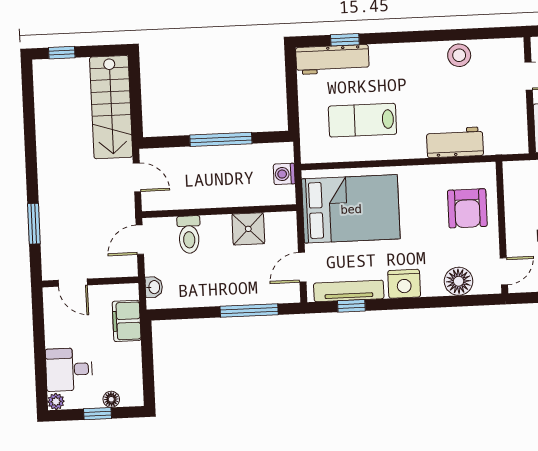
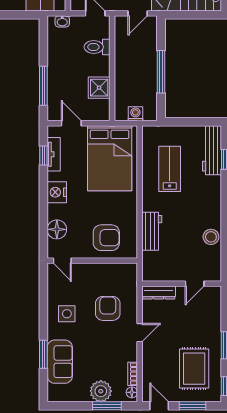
armchair: (467, 208) -> (106, 238), turned 180
tv unit: (349, 291) -> (54, 154), width x0.71

